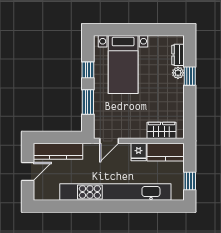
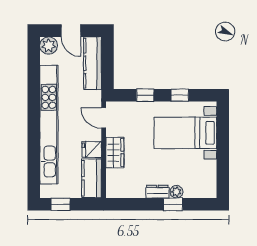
dresser: (178, 55) -> (157, 192), moved
window: (88, 102) -> (145, 95), width x0.67
wardrobe: (162, 130) -> (115, 153), moved
plant: (42, 192) -> (49, 46), added

